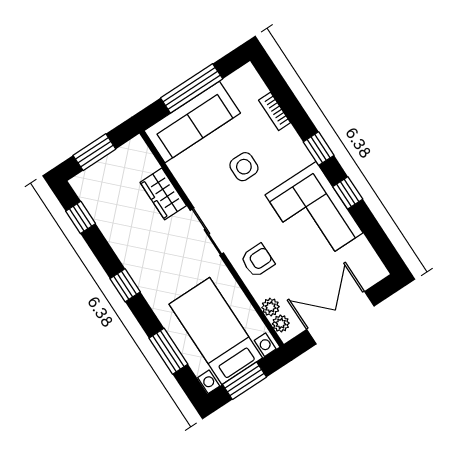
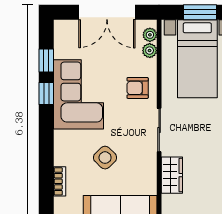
window: (319, 149) -> (46, 61), moved
side table: (244, 167) -> (105, 158), turned 45

